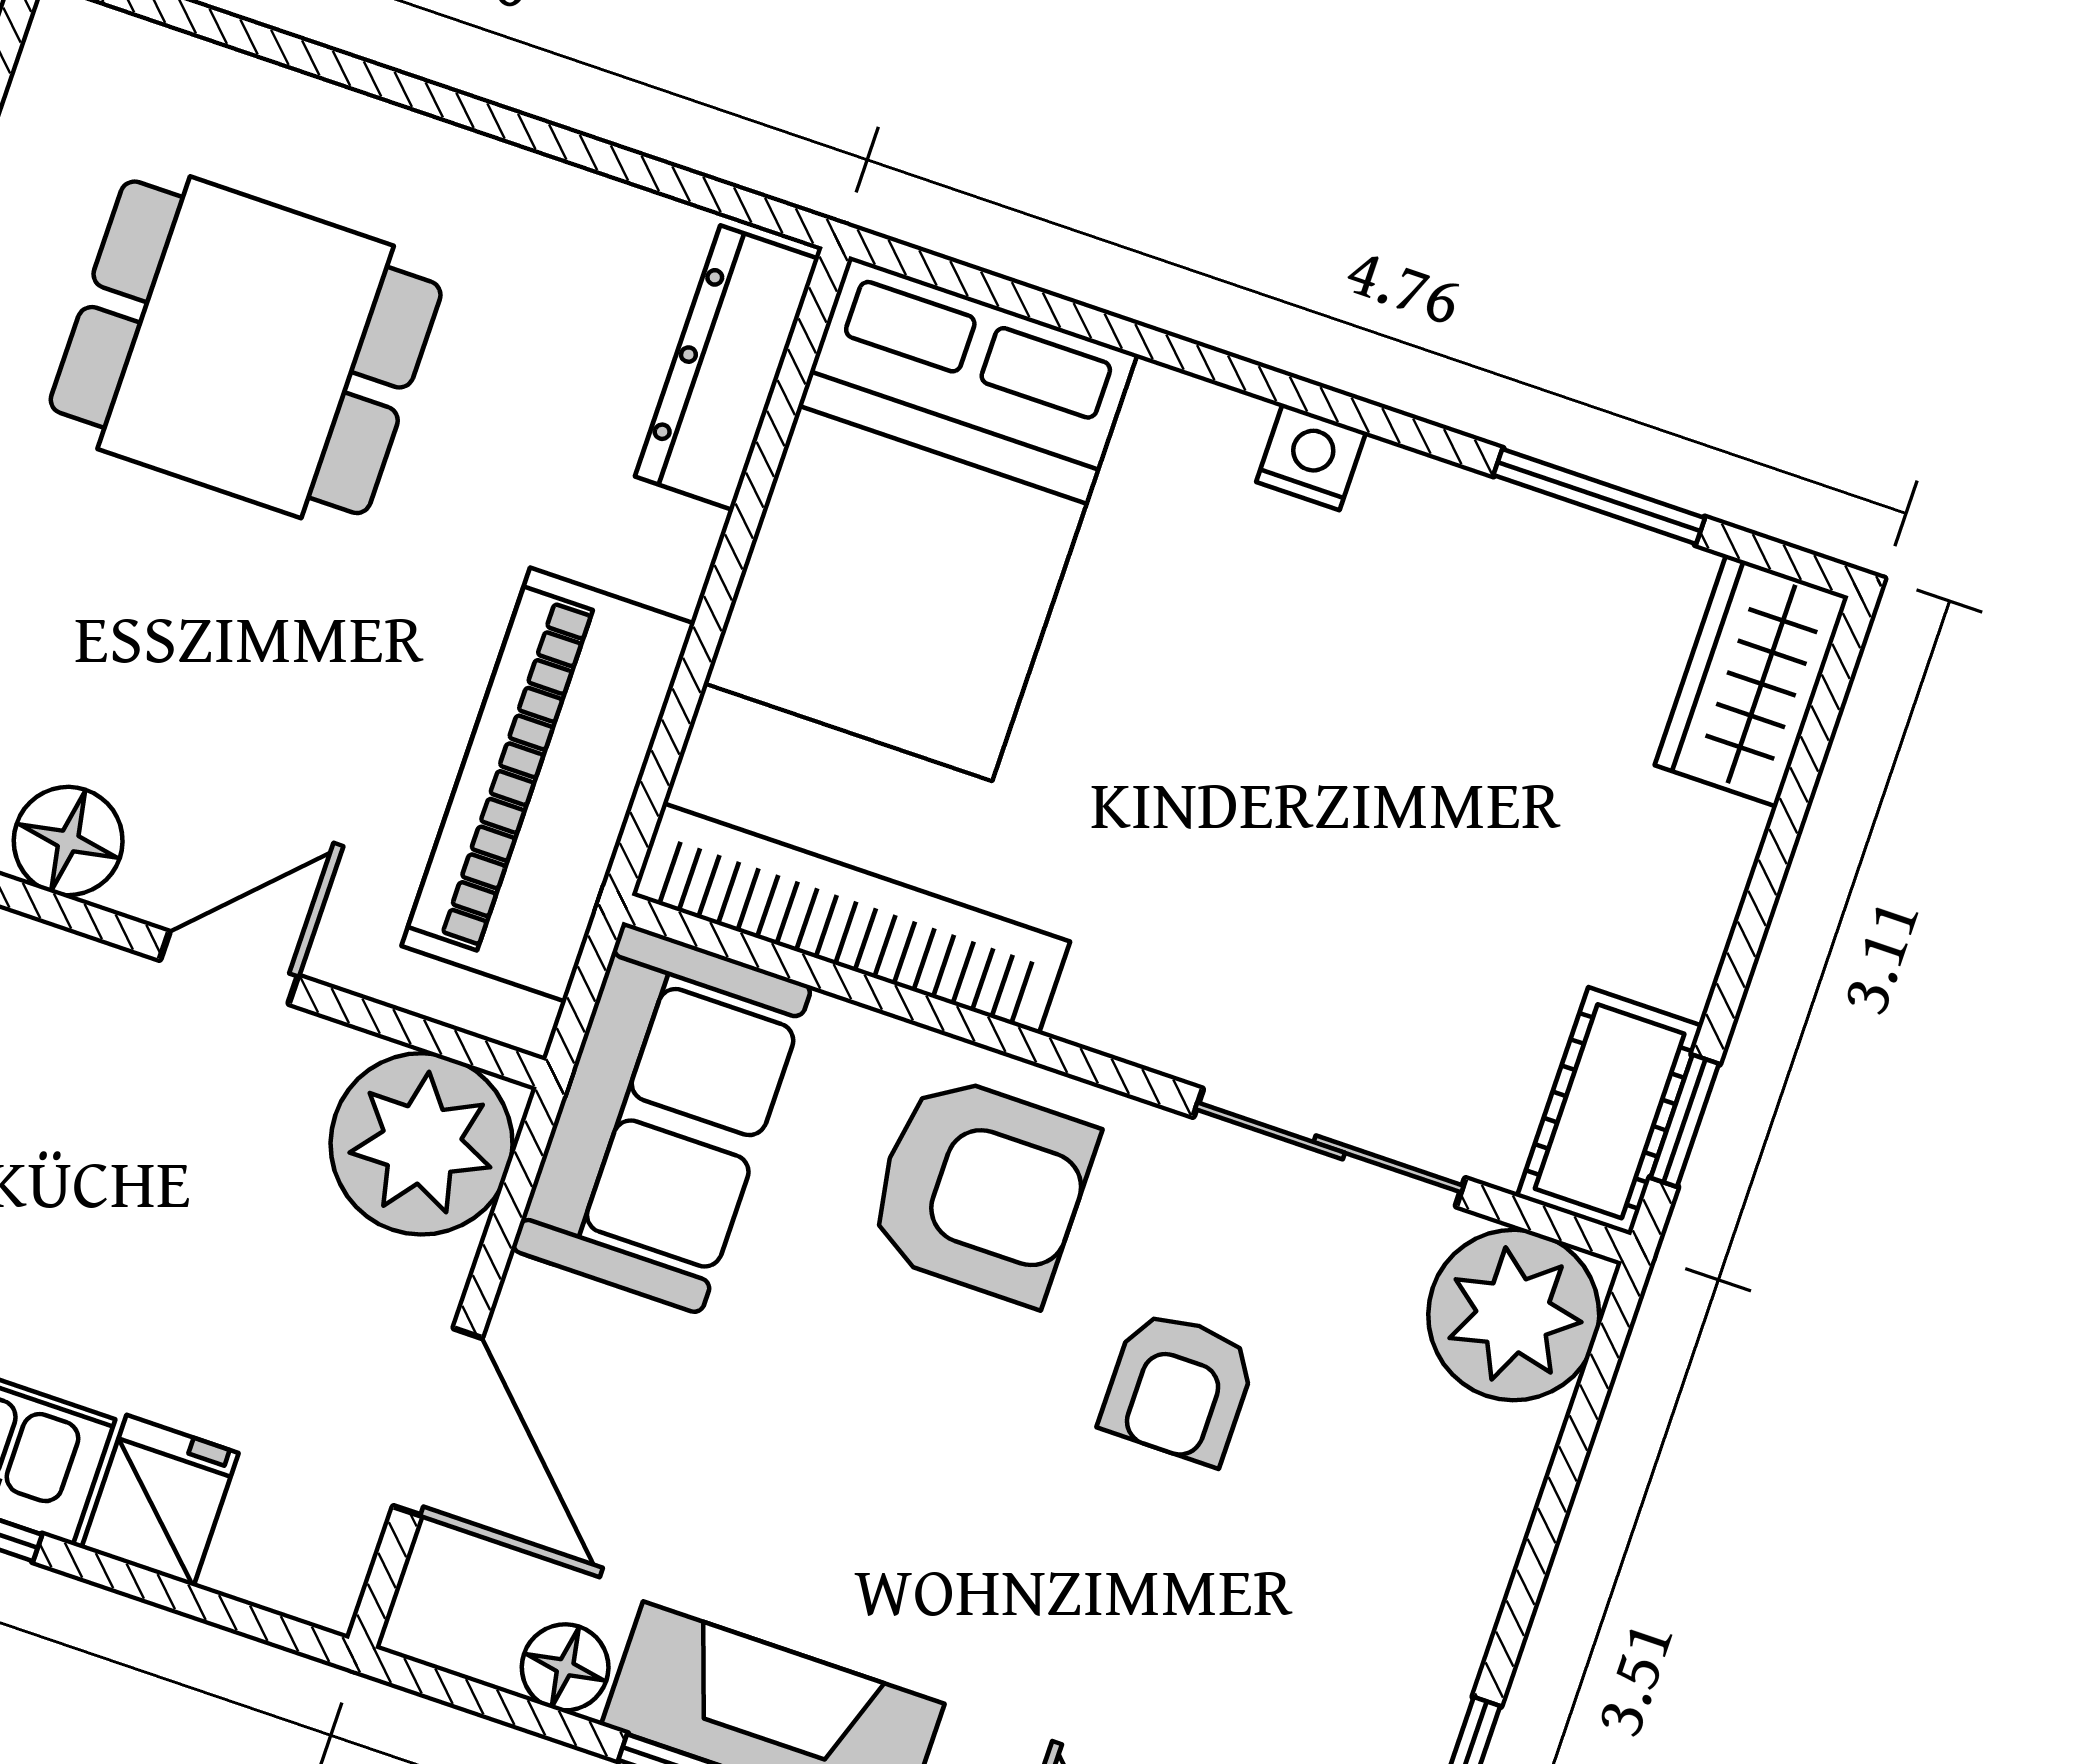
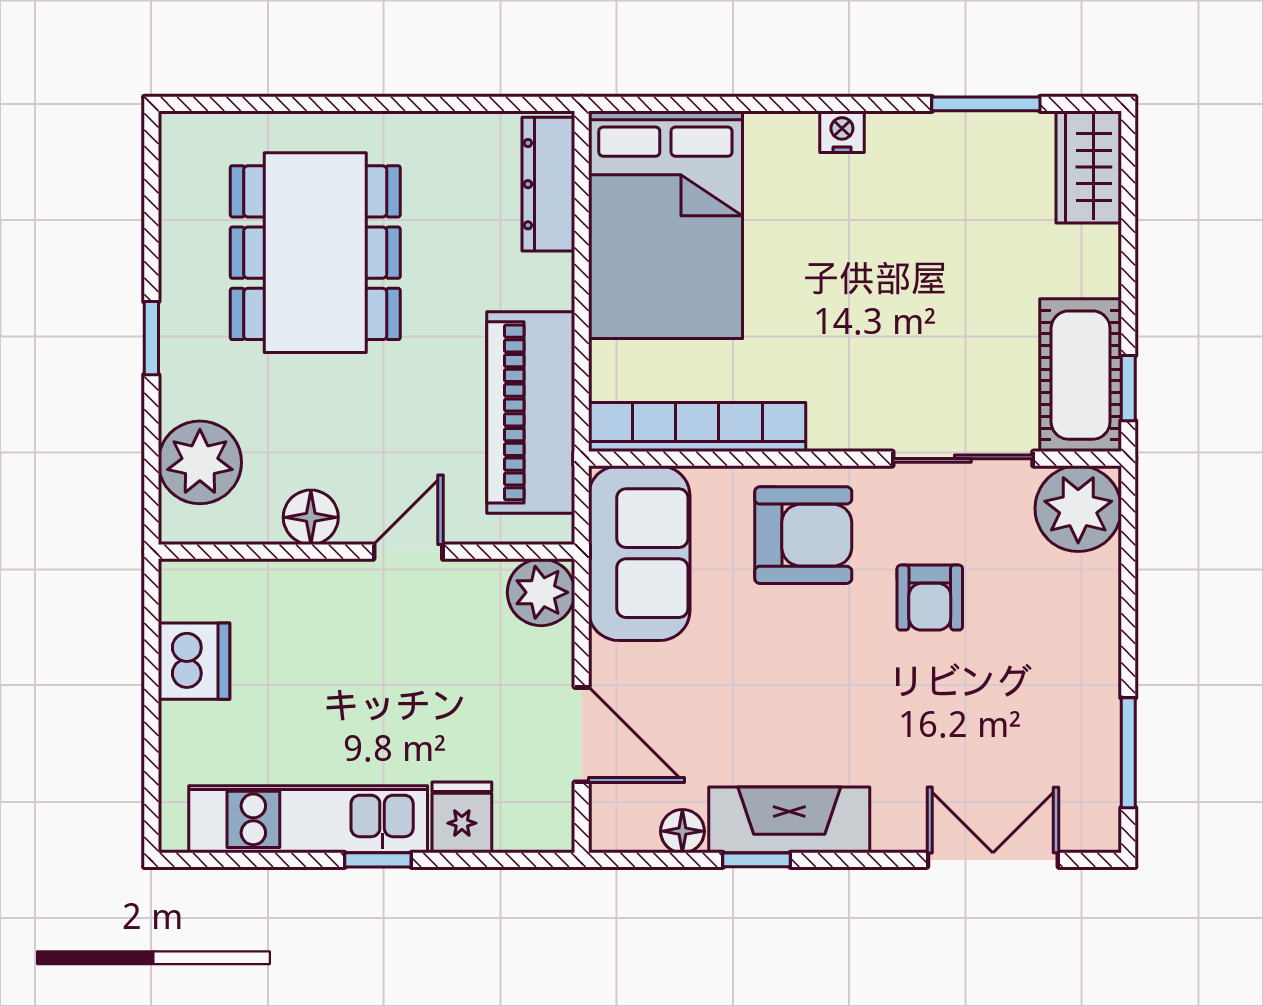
dining table: (246, 347) -> (315, 253), width x1.38
cot: (1610, 1111) -> (1081, 375), width x1.37, depth x1.34
plant: (422, 1144) -> (541, 592), width x0.73, depth x0.73

